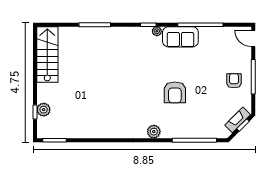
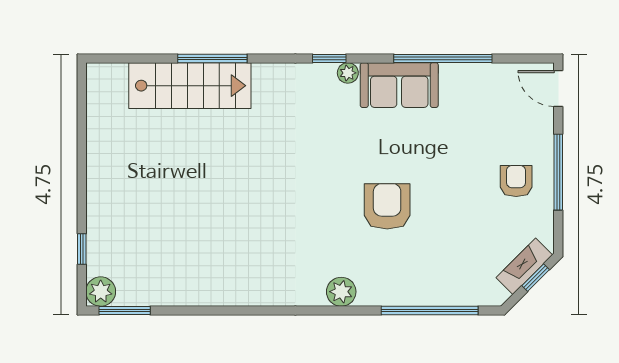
stairs: (47, 54) -> (190, 86), moved, turned 90
armchair: (175, 92) -> (387, 206), turned 180
plant: (44, 110) -> (101, 292), moved

